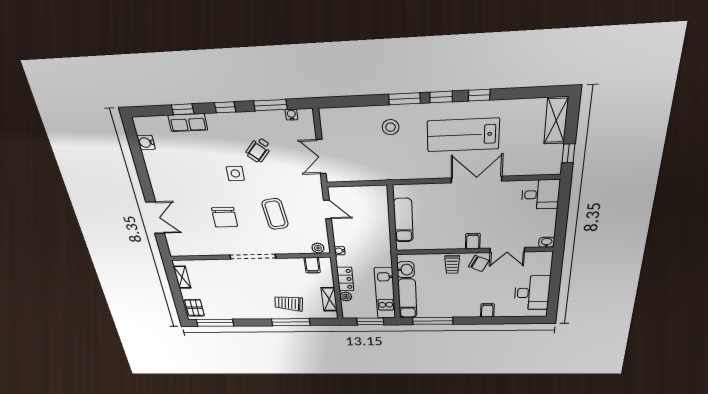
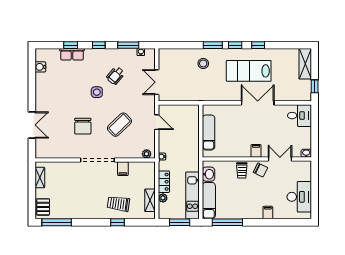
coffee table: (275, 214) -> (119, 125), turned 54
double door: (507, 250) -> (280, 159), swing flipped
filing cabinet: (312, 265) -> (123, 169), moved
window: (291, 322) -> (117, 222), width x0.46

